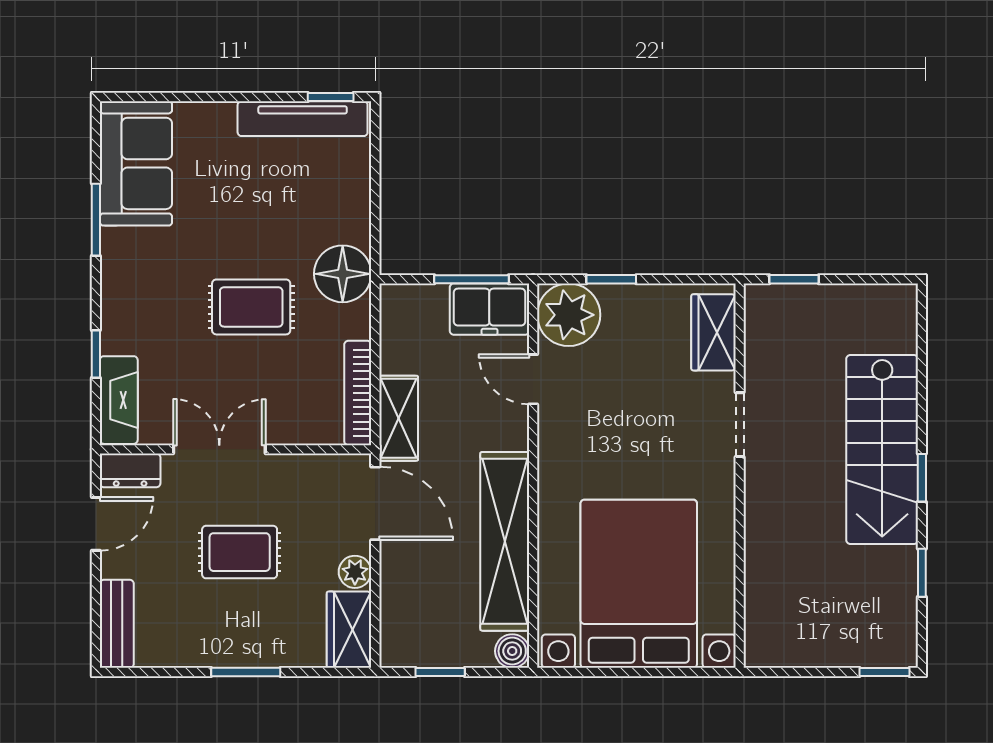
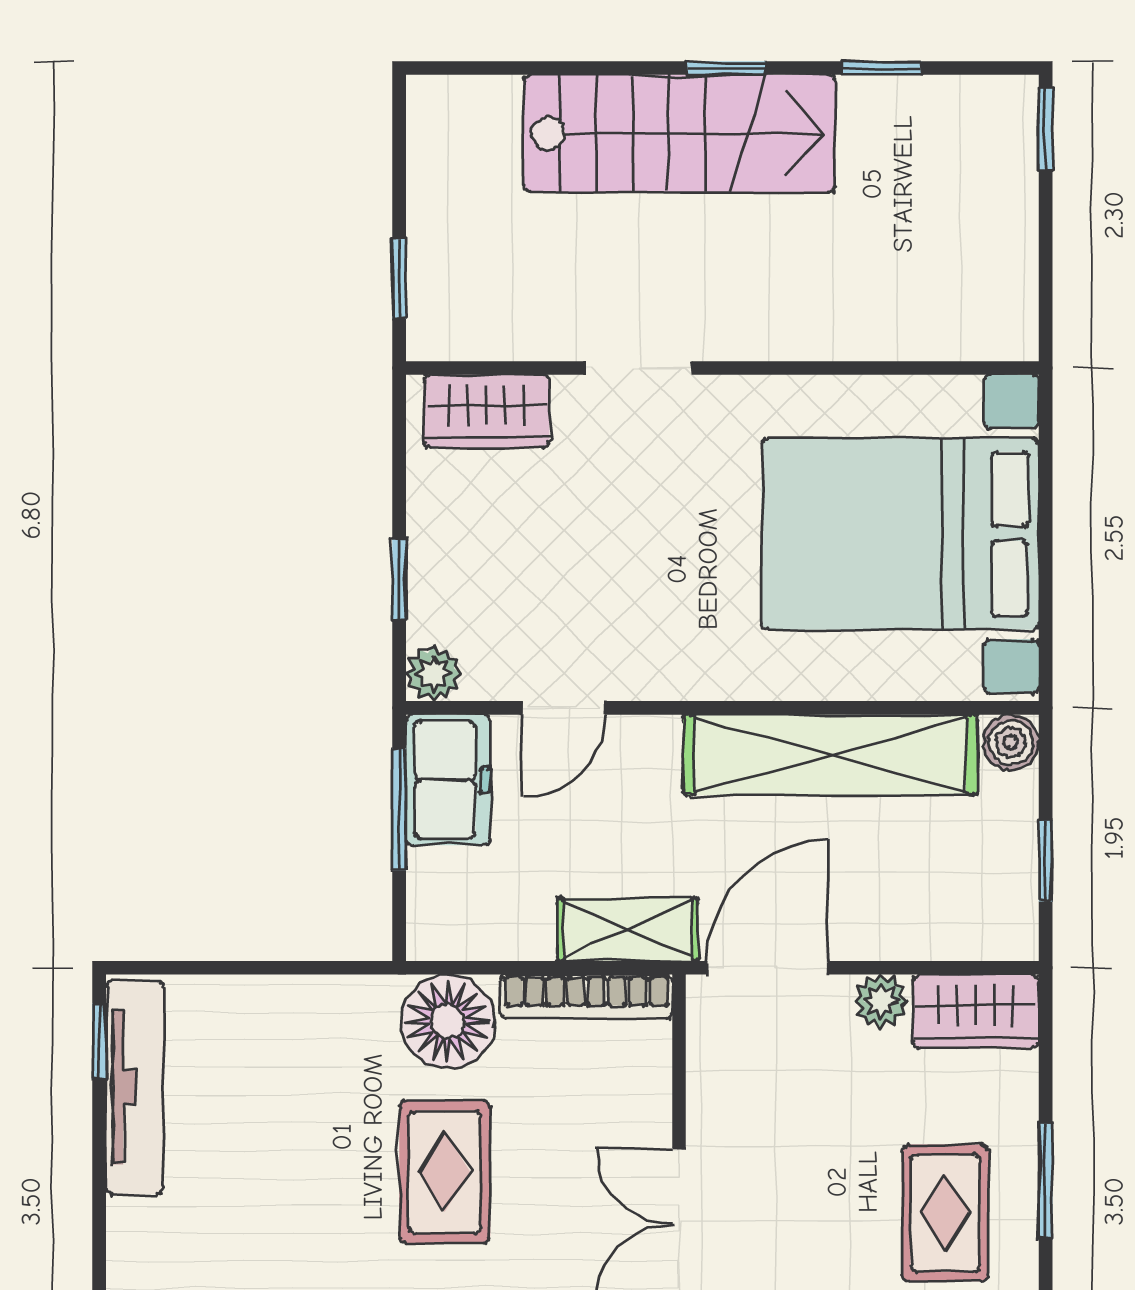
floor lamp: (343, 274) -> (448, 1021), moved
plant: (569, 315) -> (433, 674), width x0.53, depth x0.53
rug: (240, 552) -> (945, 1213), moved

